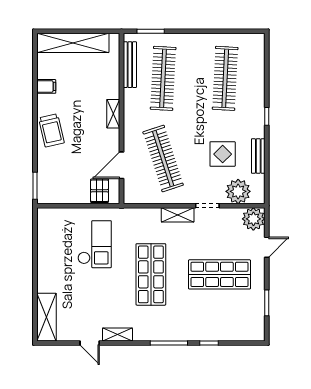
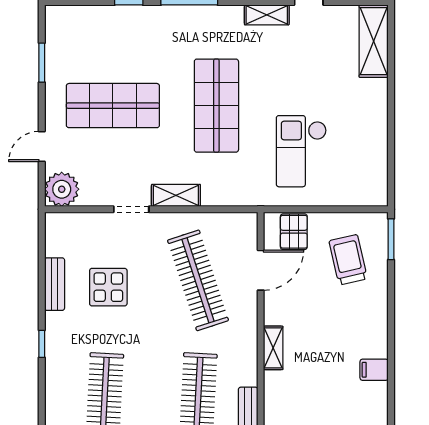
filing cabinet: (46, 86) -> (374, 370), moved
trolley: (51, 130) -> (348, 260), moved
plant: (238, 191) -> (85, 231), removed

